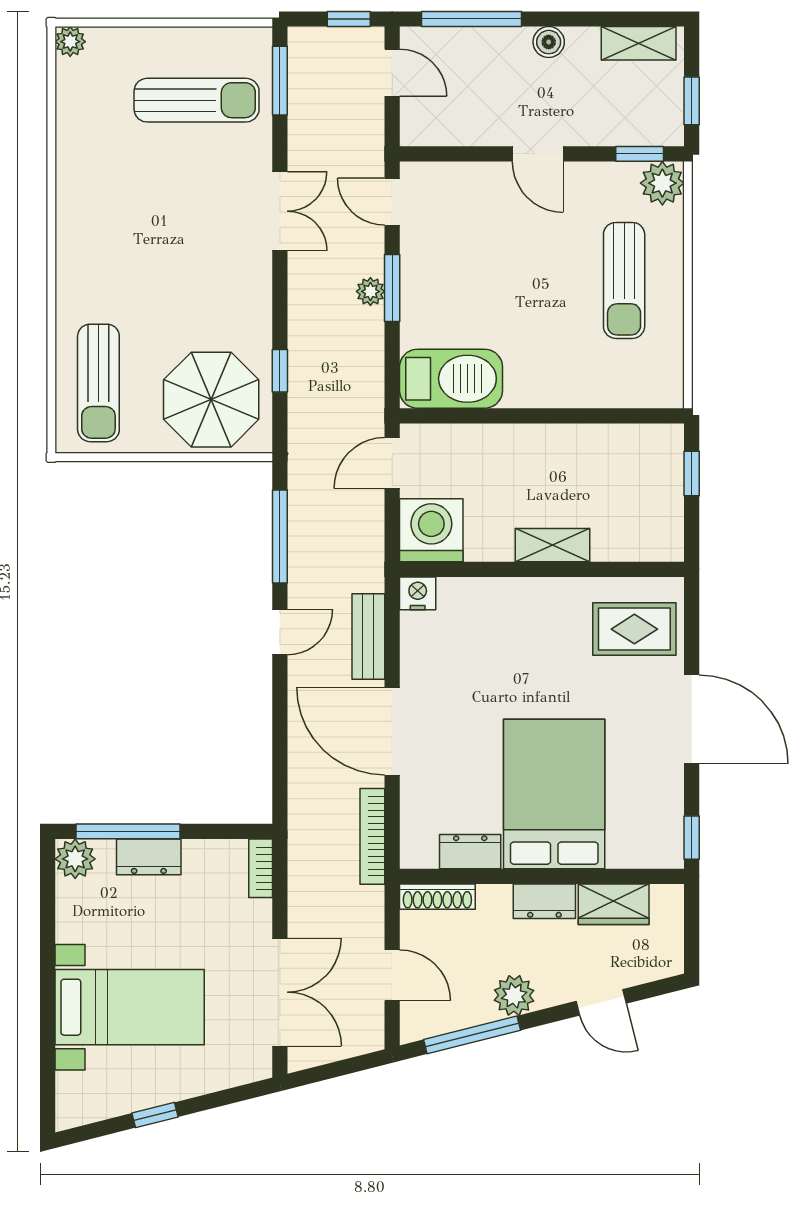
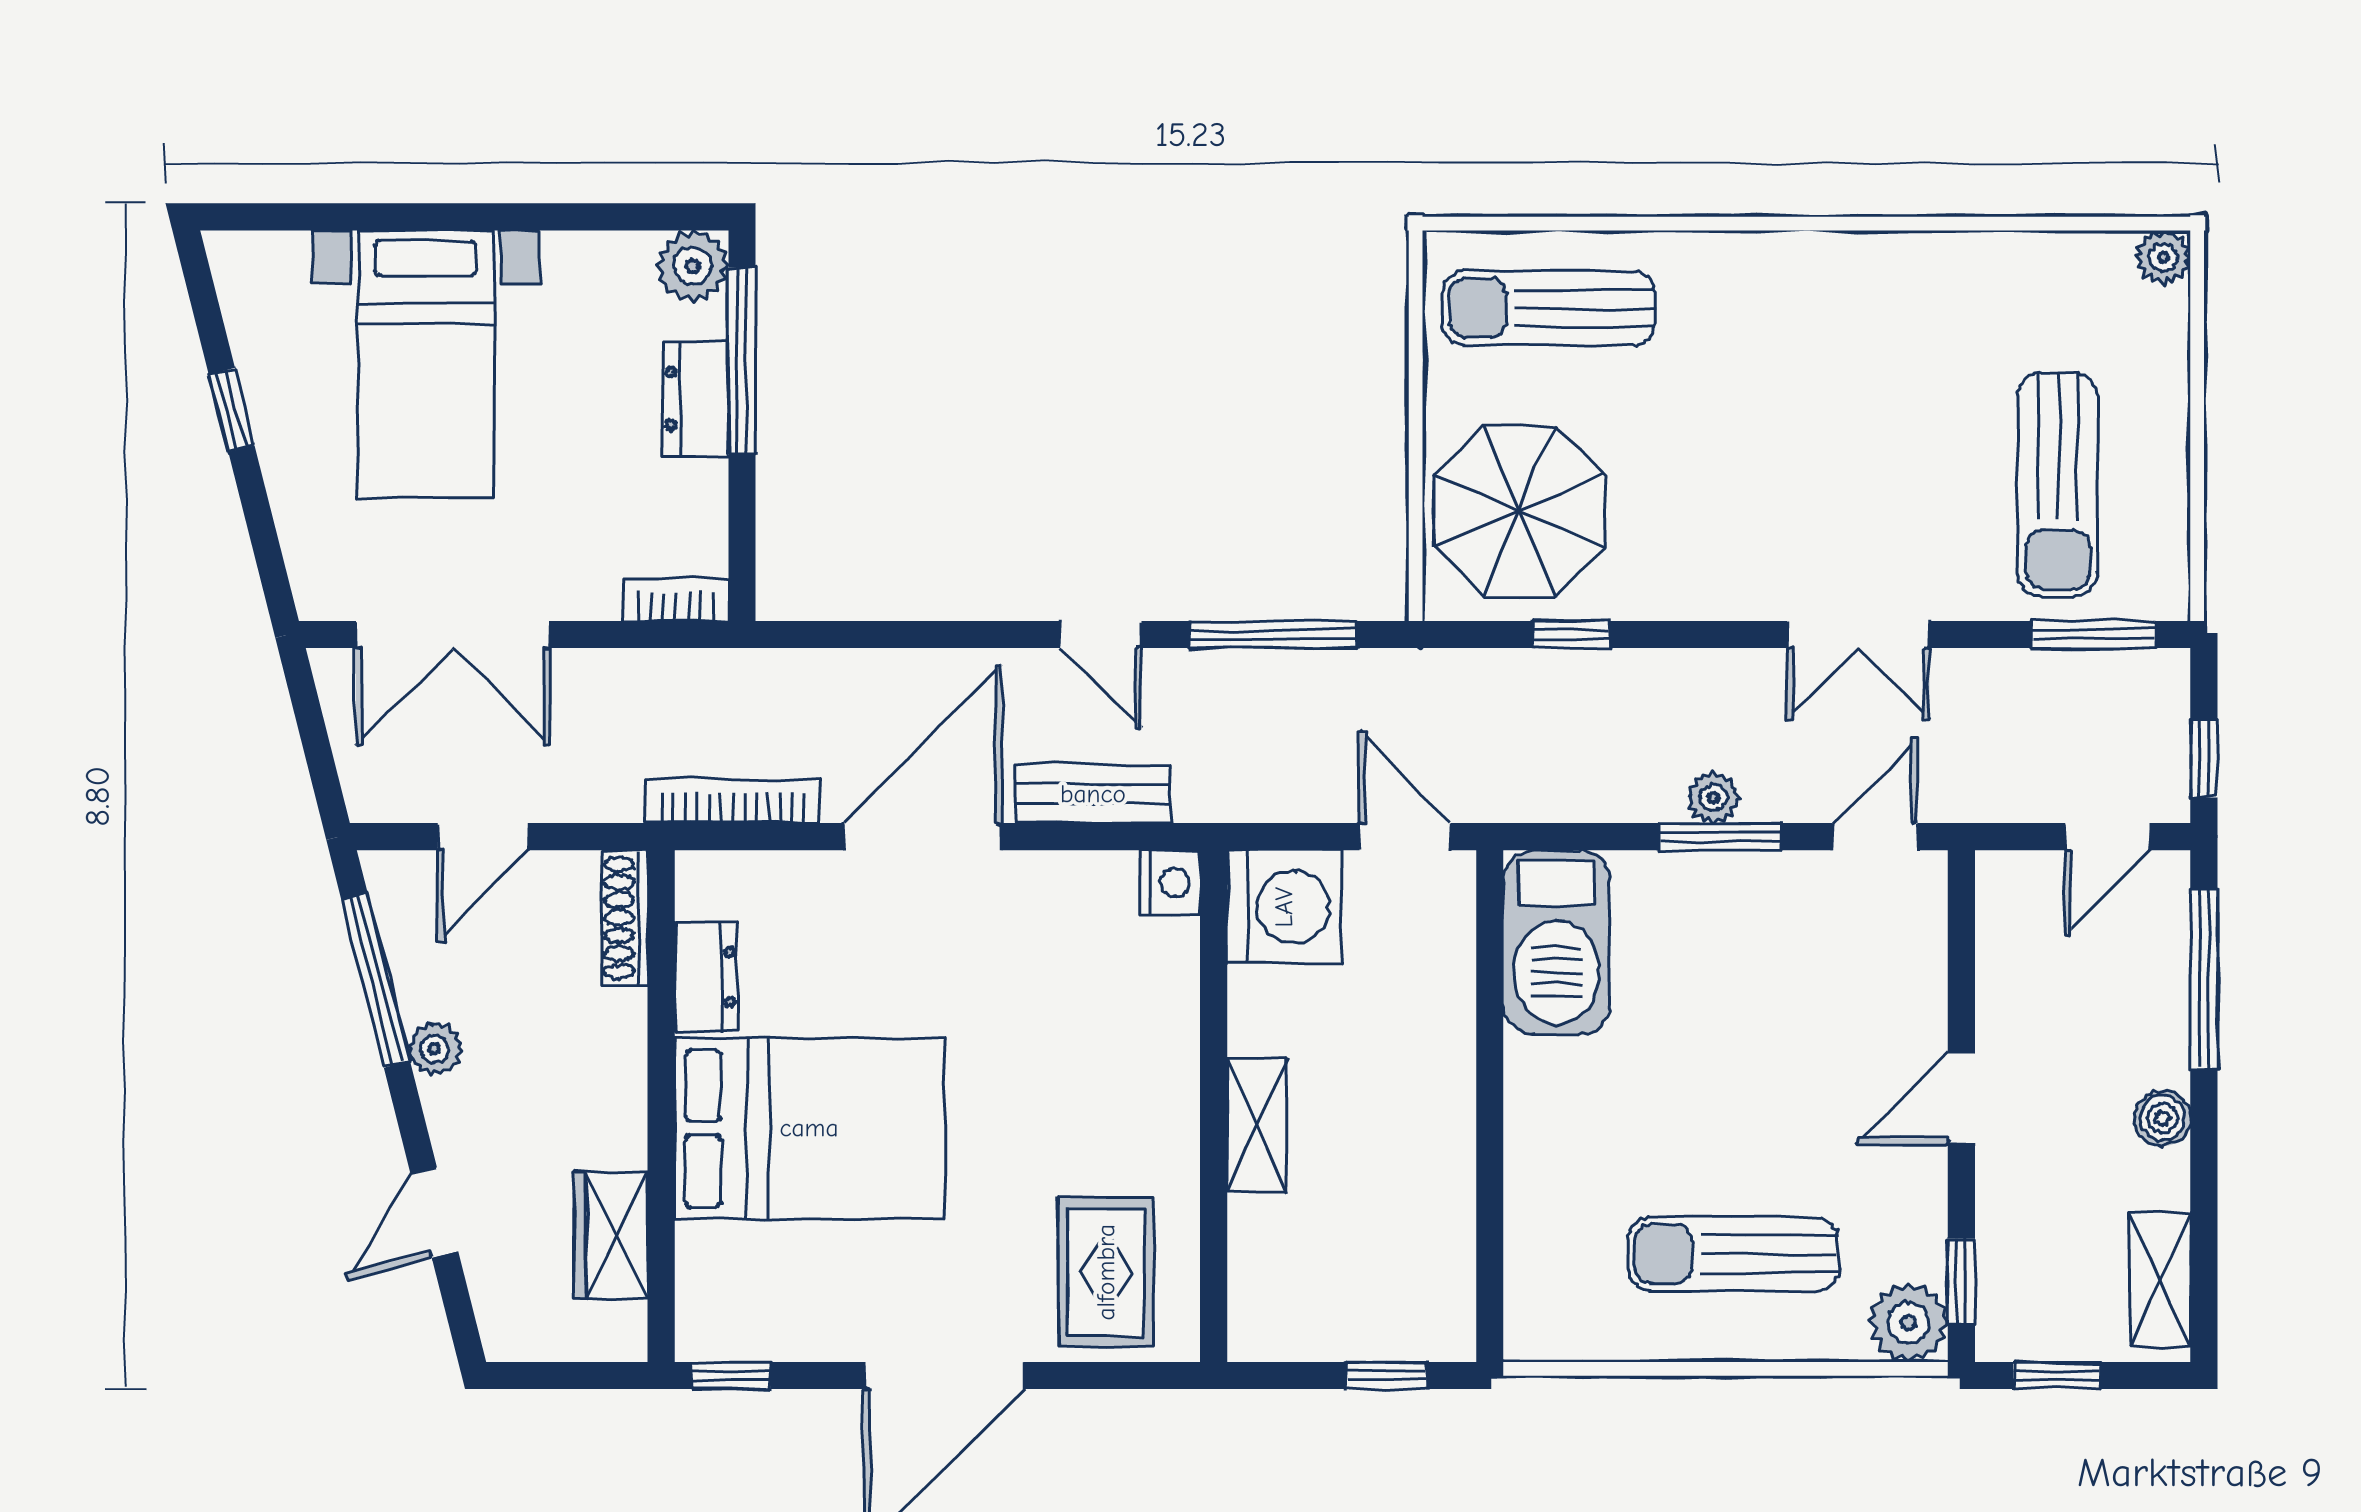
dresser: (544, 901) -> (616, 1111), removed
plant: (514, 995) -> (435, 1049), width x0.73, depth x0.73

